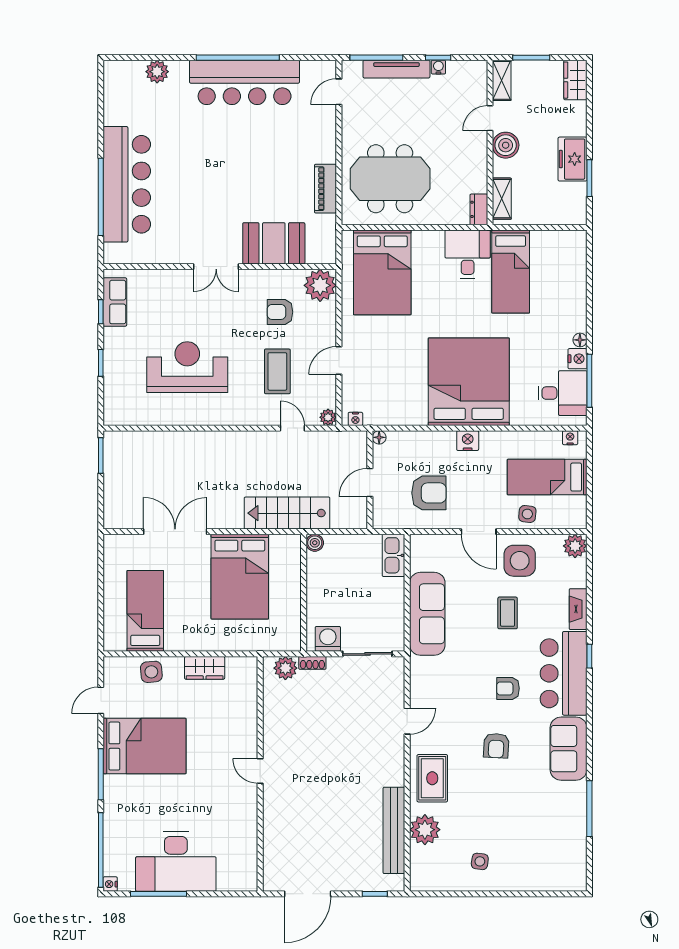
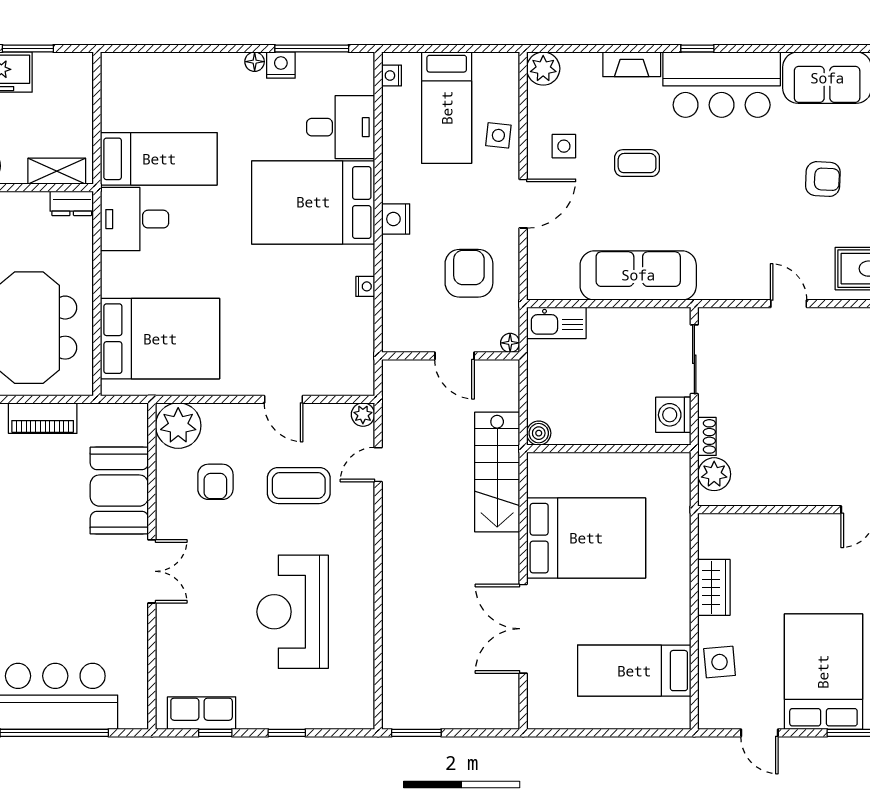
bed: (469, 382) -> (313, 202), width x0.73
desk: (563, 393) -> (341, 127), moved, turned 90
nightstand: (355, 419) -> (365, 286), moved
floor lamp: (379, 437) -> (510, 343), moved
side table: (520, 561) -> (564, 146), width x0.54, depth x0.54
armchair: (508, 688) -> (743, 163), removed

